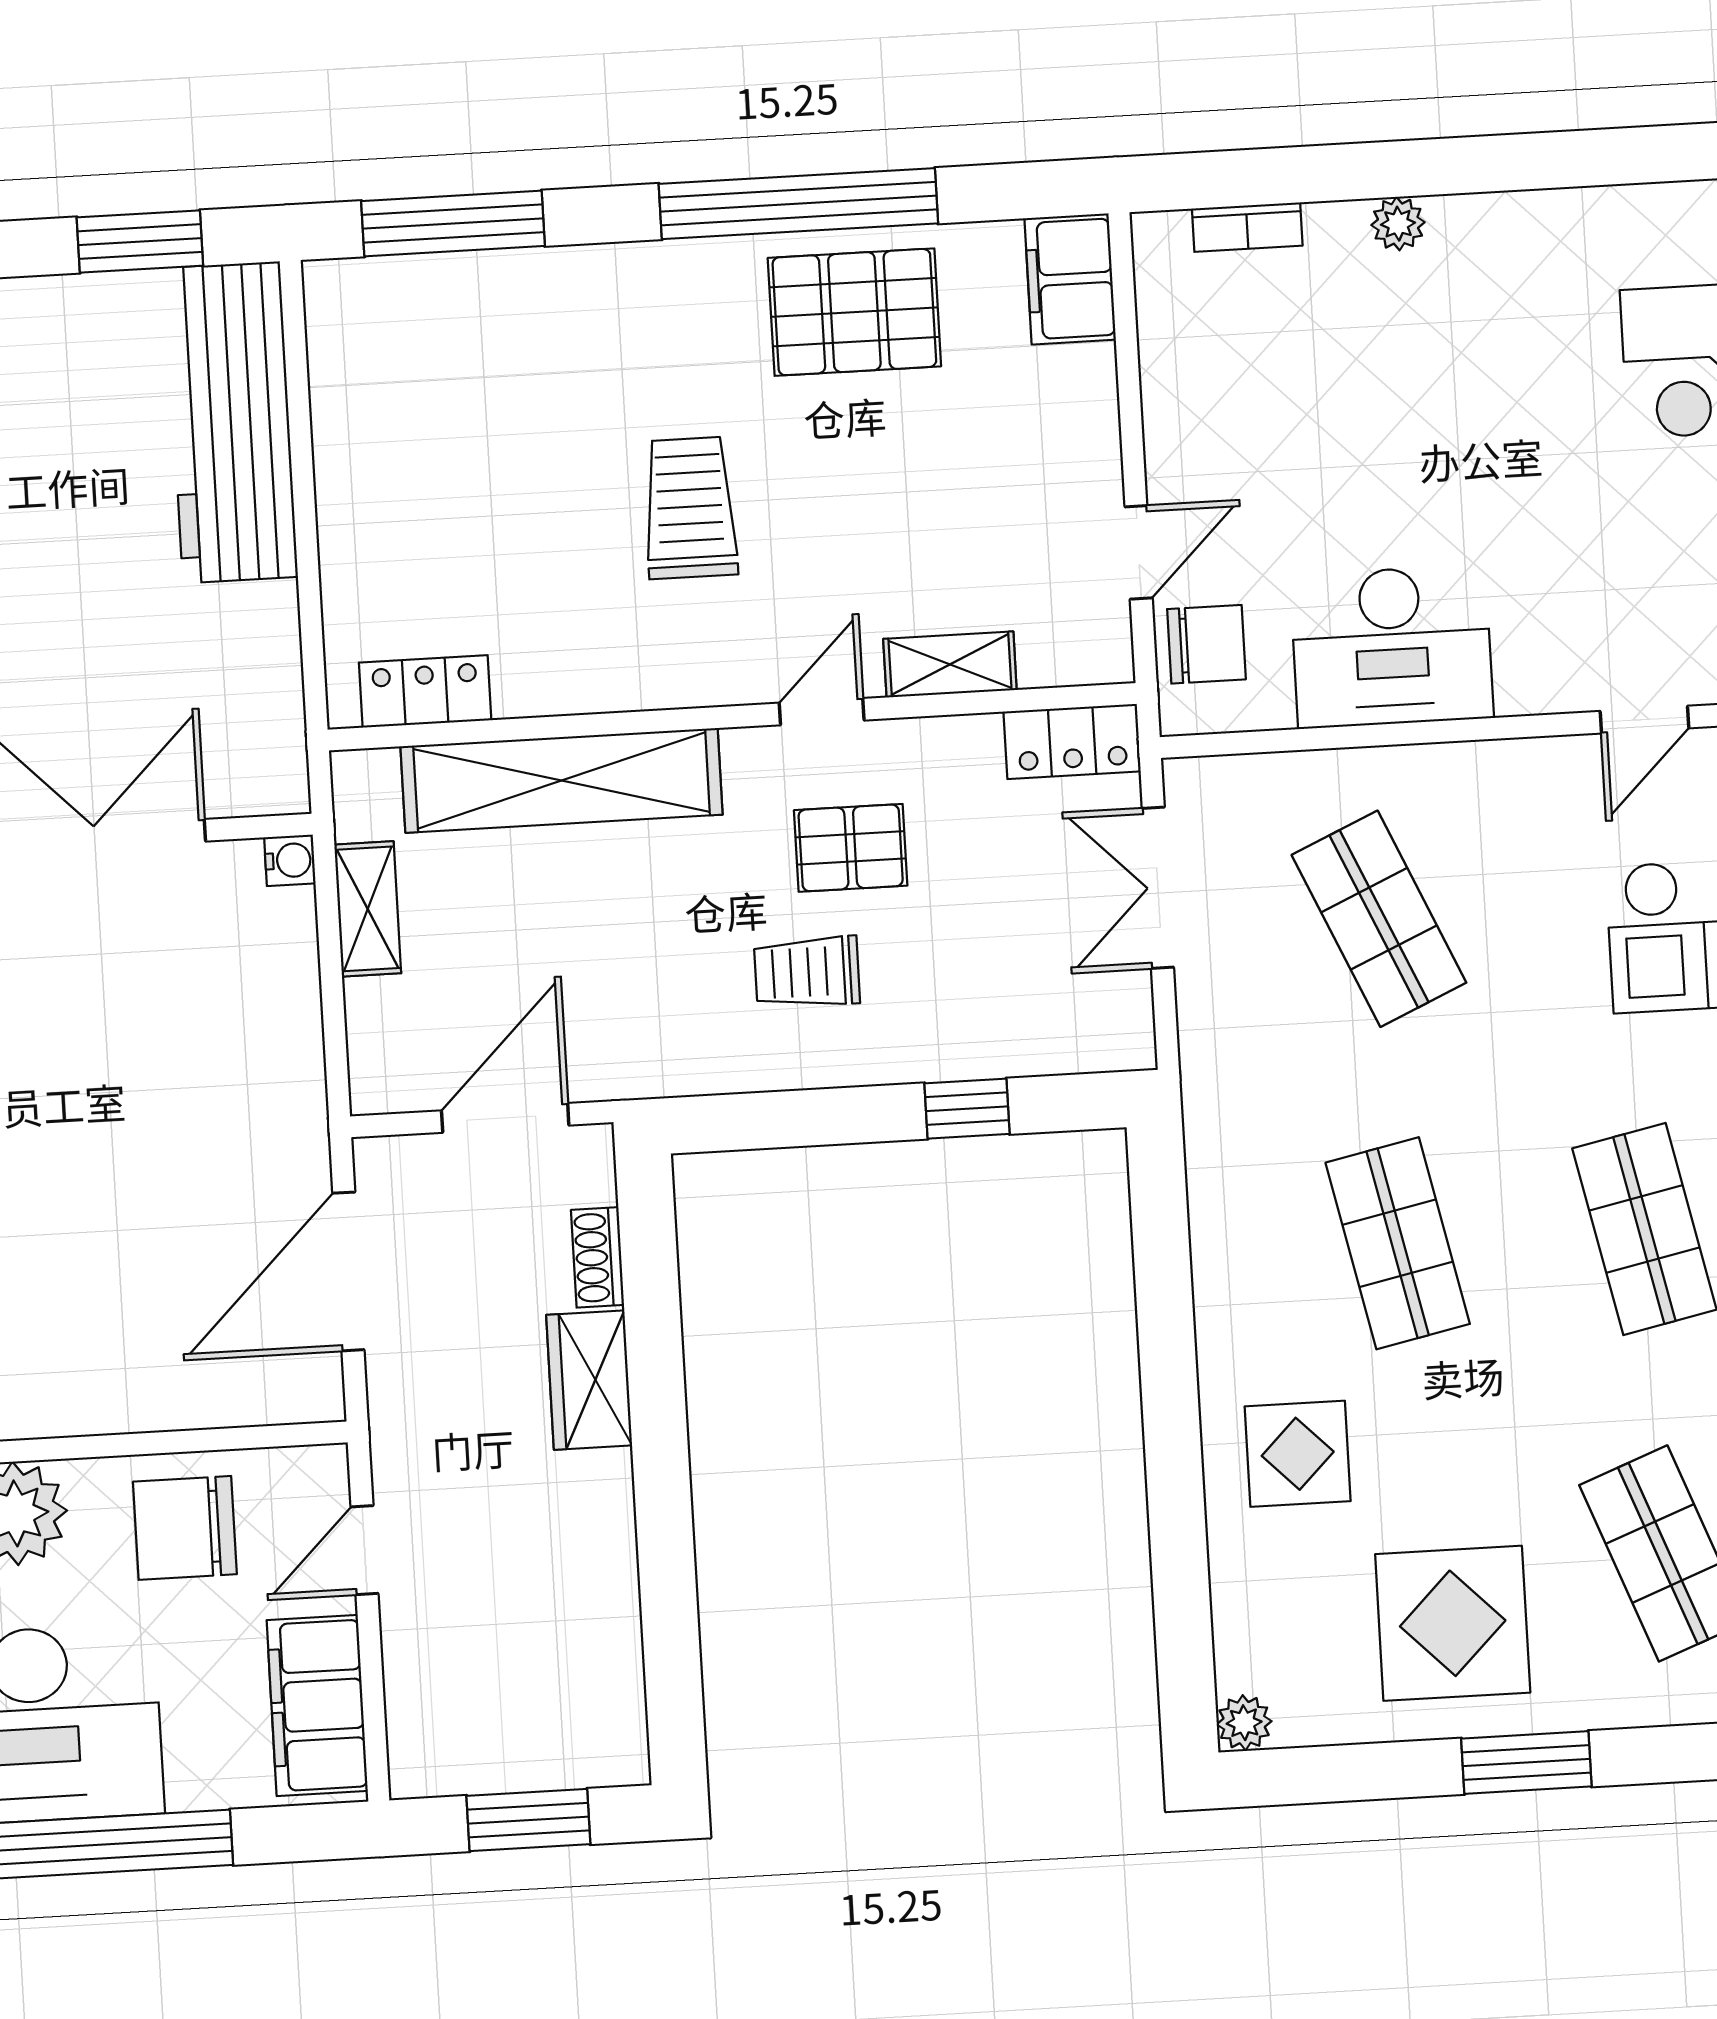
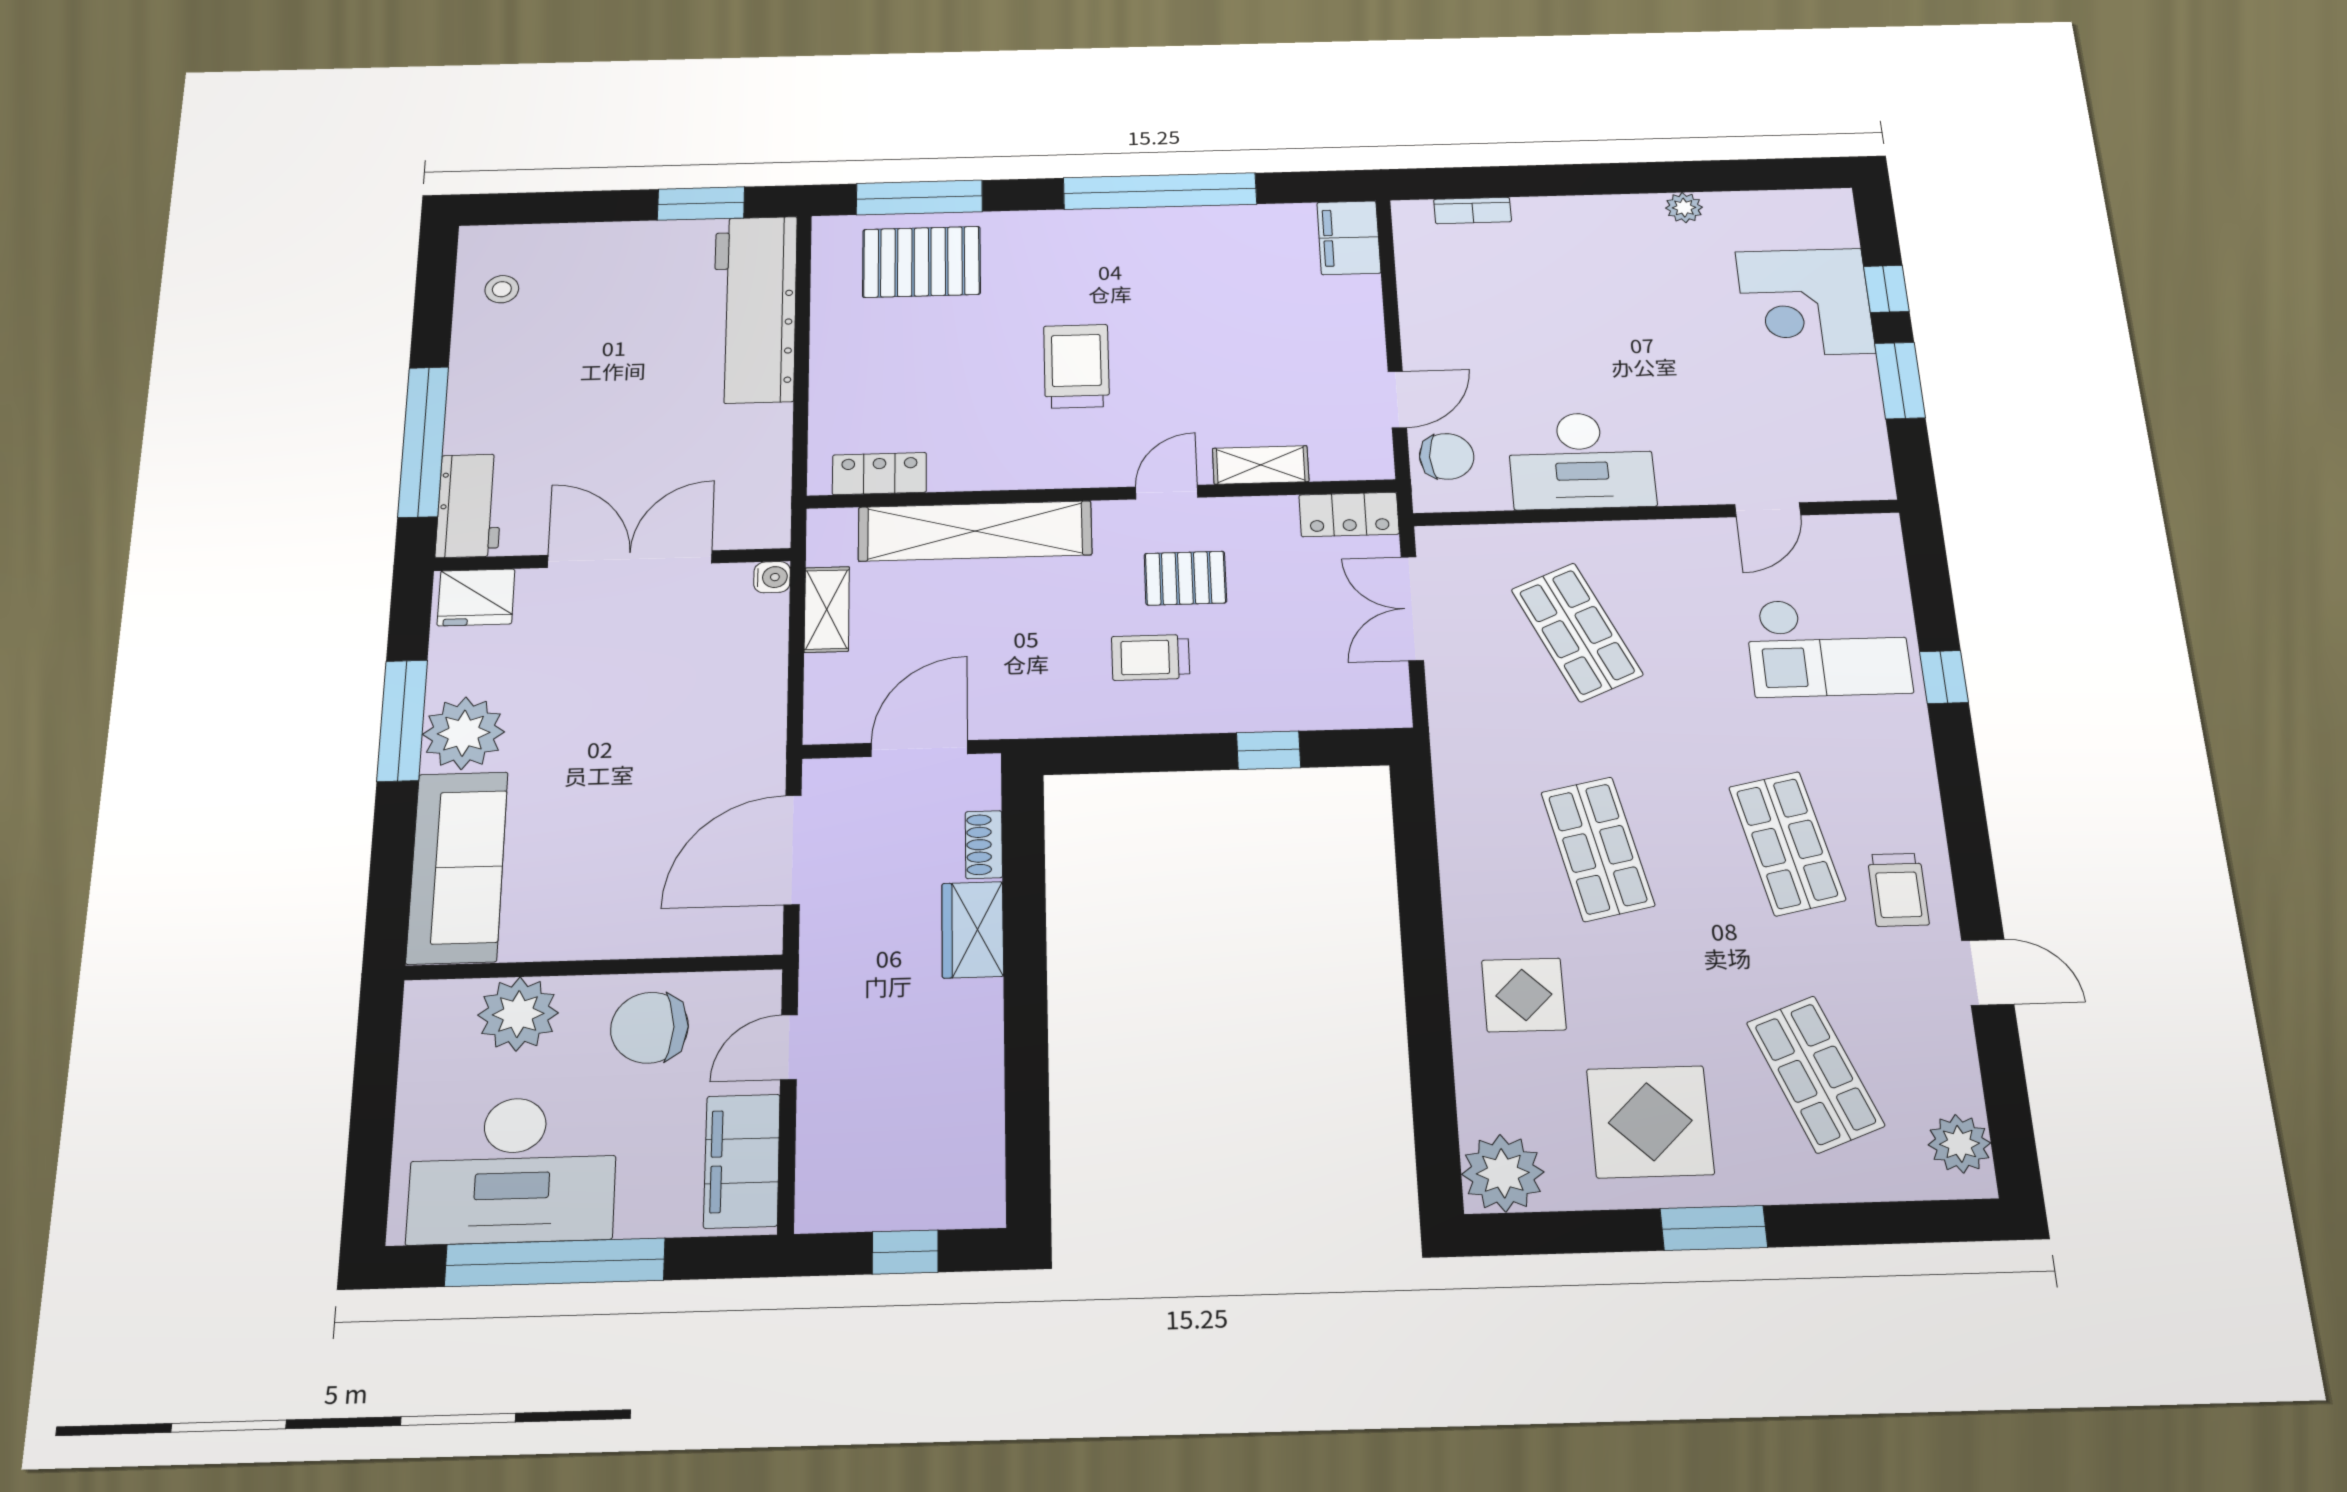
plant: (1398, 224) -> (1684, 208), moved
pallet: (854, 312) -> (921, 262), moved
plant: (1244, 1723) -> (1503, 1173), width x1.87, depth x1.87
window: (528, 1820) -> (905, 1252), width x0.67

